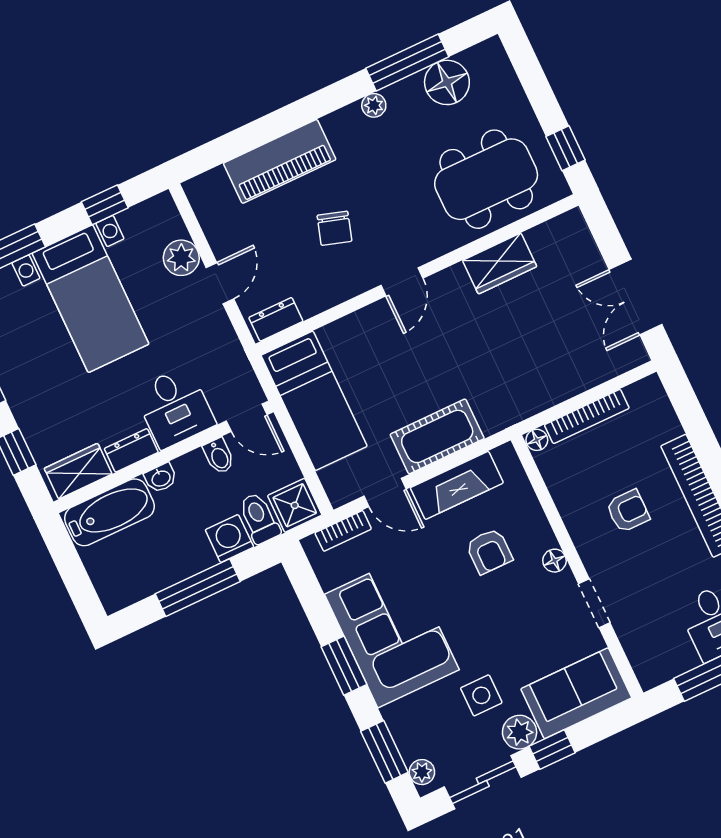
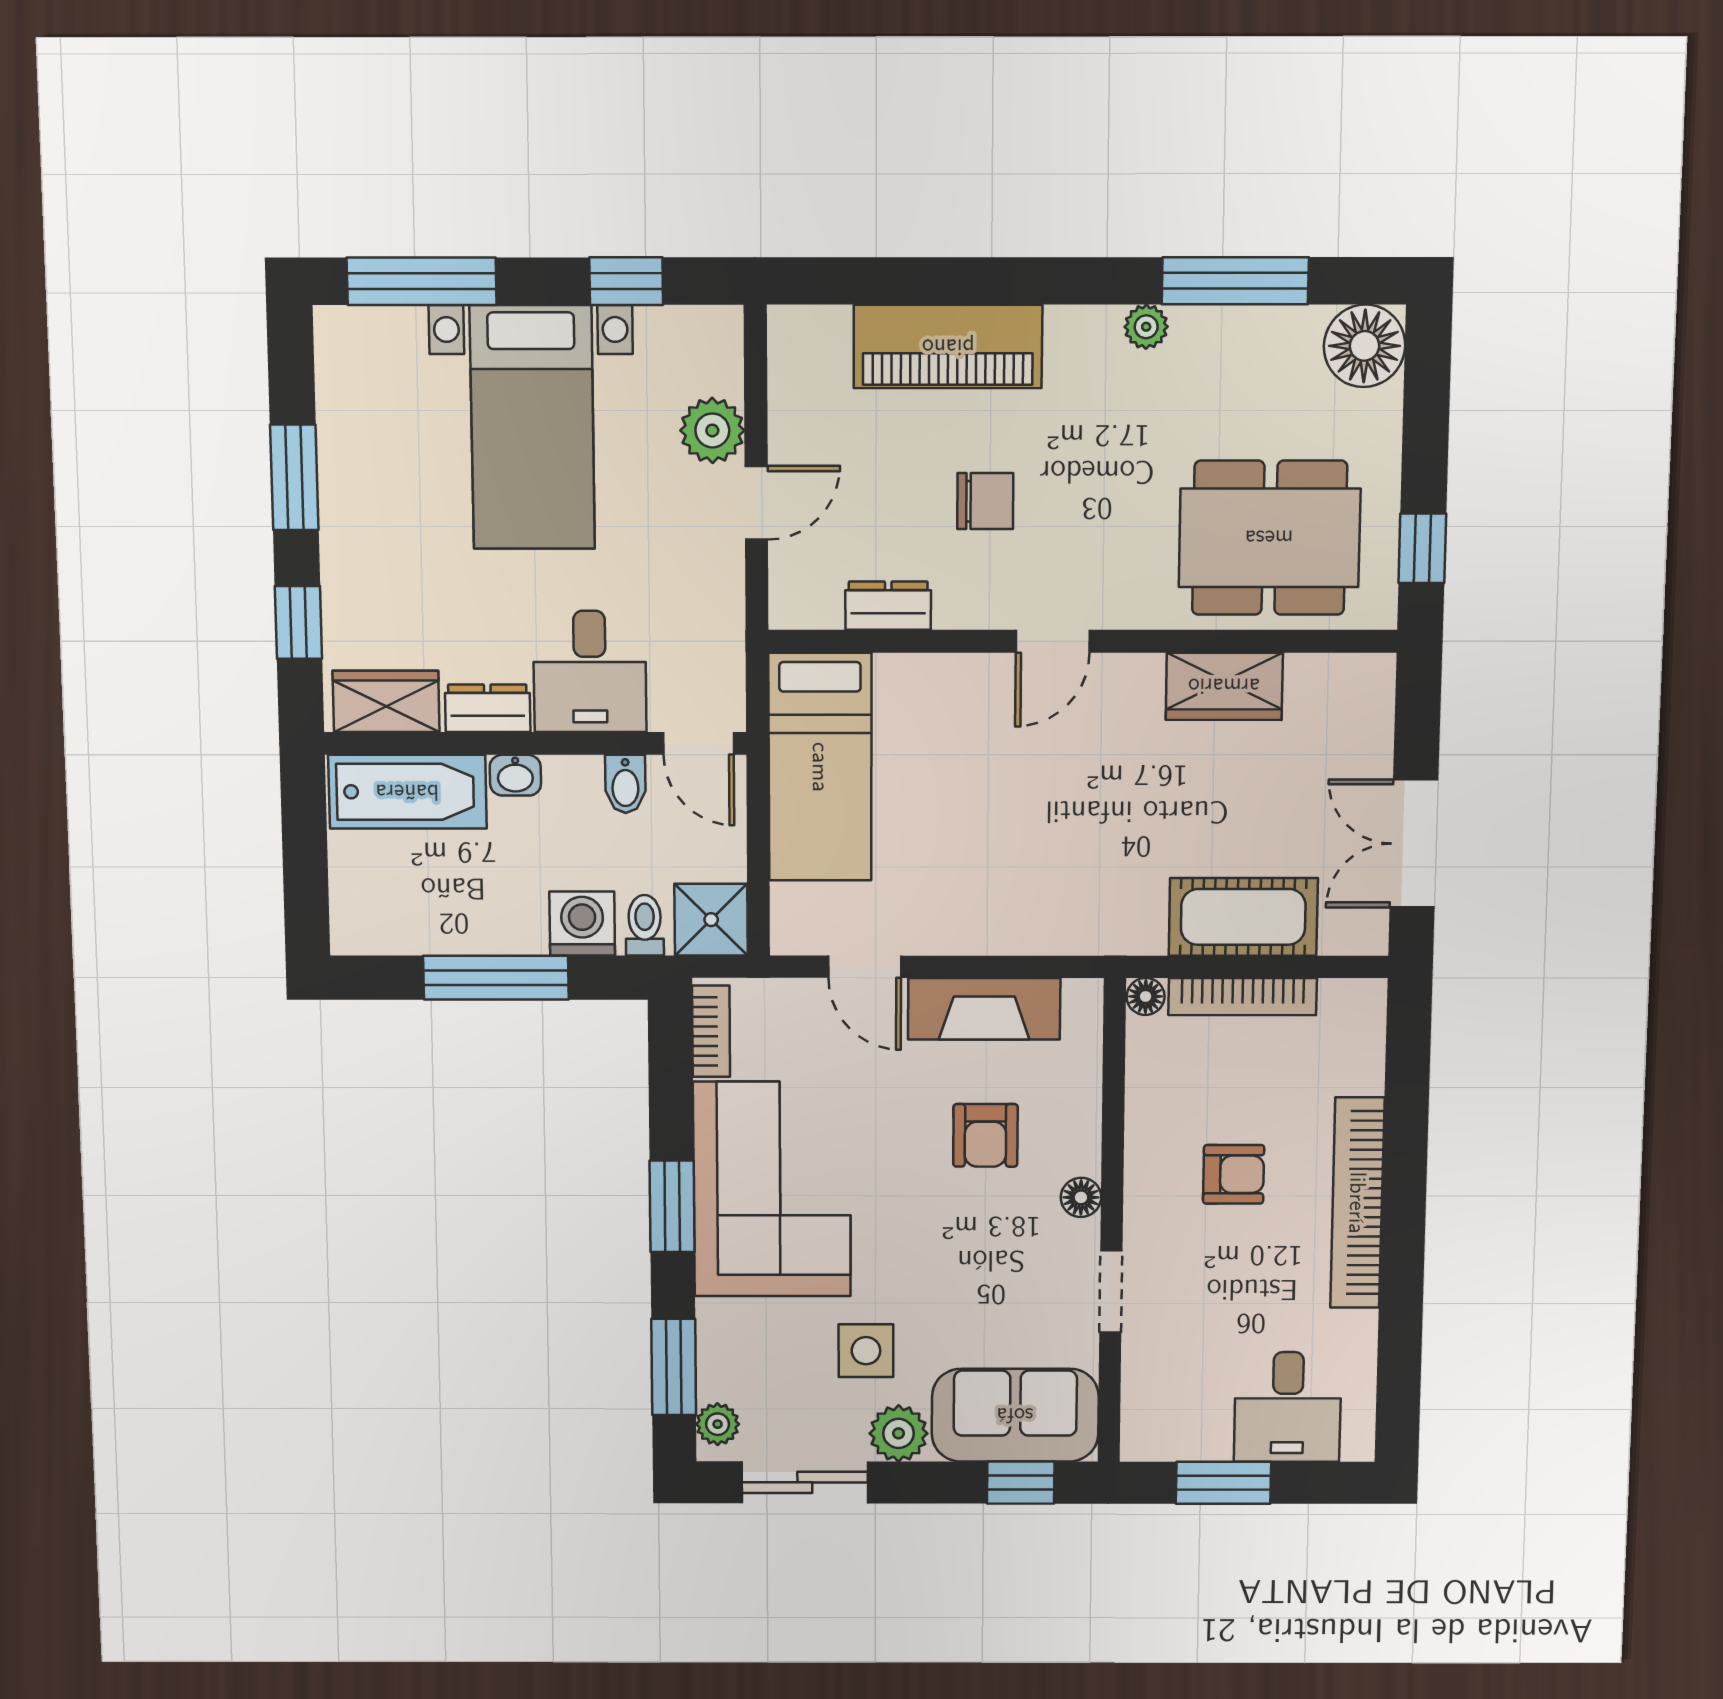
floor lamp: (447, 82) -> (1364, 346), moved
chair: (334, 228) -> (985, 501), turned -107
dresser: (276, 319) -> (888, 606), moved
cot: (437, 436) -> (1243, 917), moved
toilet: (259, 518) -> (645, 925), width x0.73, depth x0.72
bookcase: (343, 531) -> (711, 1031), moved, turned -90
window: (552, 750) -> (1021, 1483), moved

